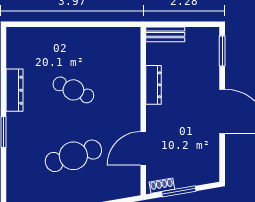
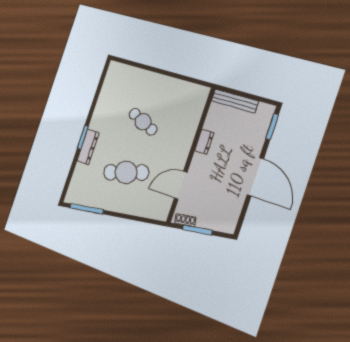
bench: (165, 34) -> (235, 101), width x1.36
dresser: (154, 85) -> (204, 142), width x0.70
dresser: (15, 90) -> (88, 147), moved

